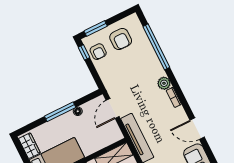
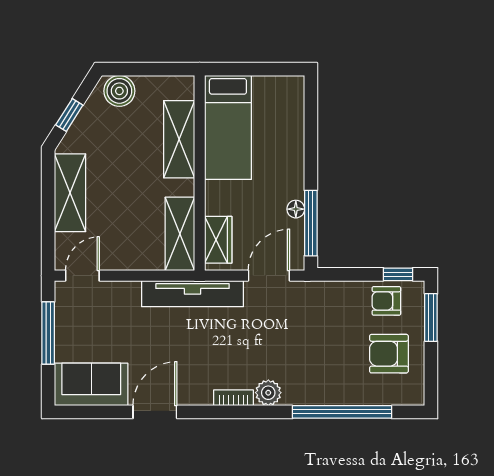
door: (113, 108) -> (269, 276), hinge flipped
window: (60, 112) -> (311, 223), moved
wardrobe: (29, 146) -> (218, 240), moved, turned -90

